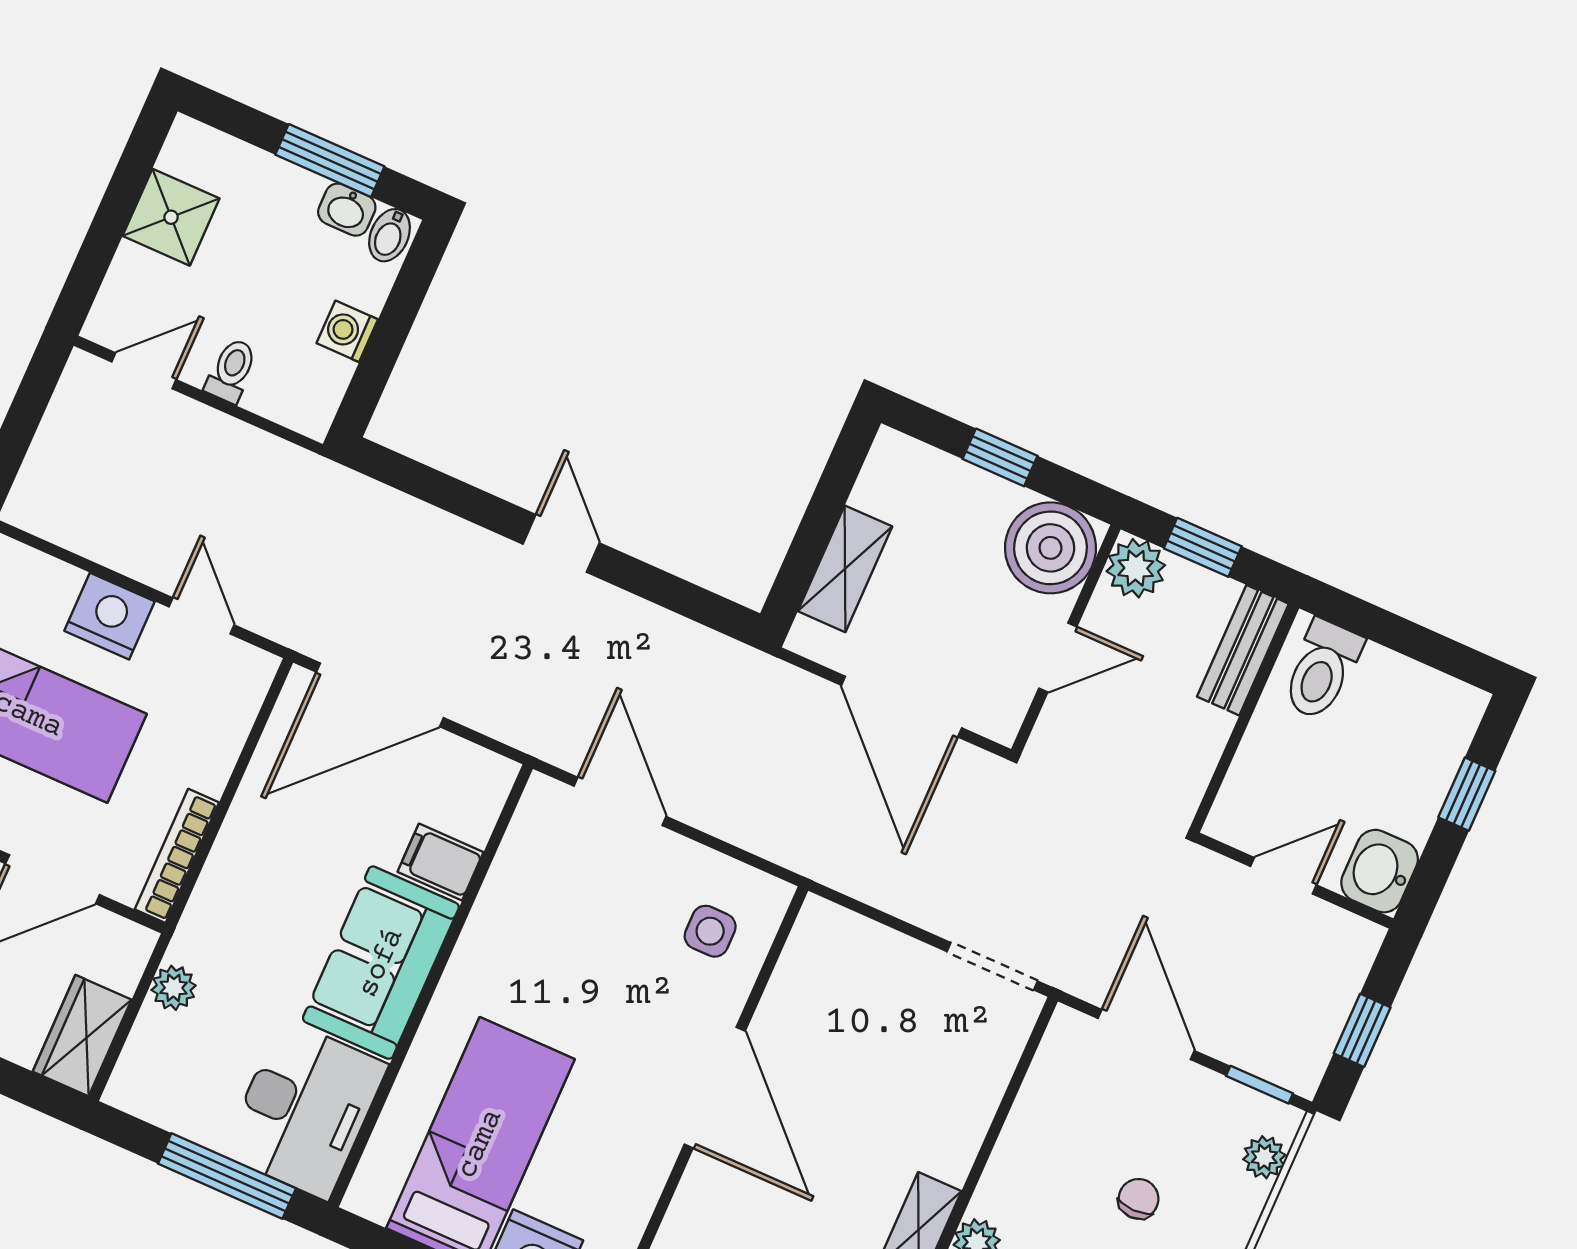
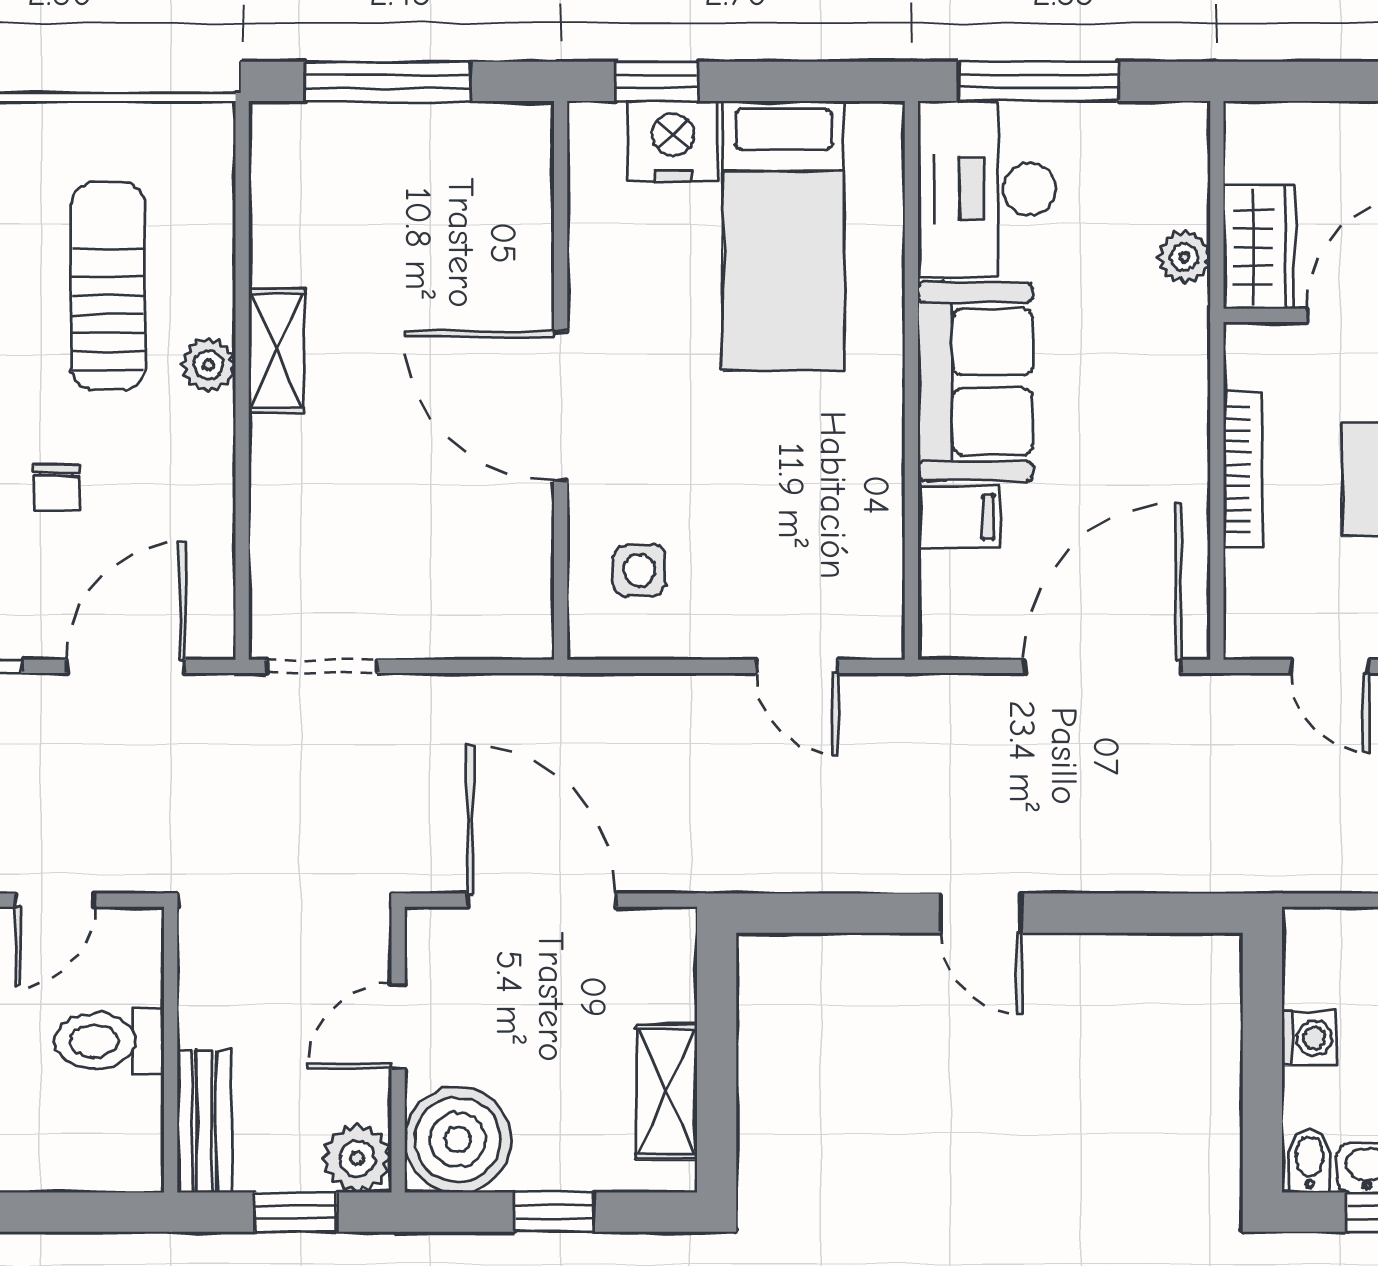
shelving: (845, 569) -> (667, 1092), moved
toilet: (1322, 670) -> (109, 1041), moved, turned -90
door: (620, 801) -> (797, 666), width x0.73
bookcase: (177, 856) -> (1243, 470), moved
door: (1146, 1035) -> (126, 666), swing flipped
wardrobe: (82, 1036) -> (1259, 247), moved

